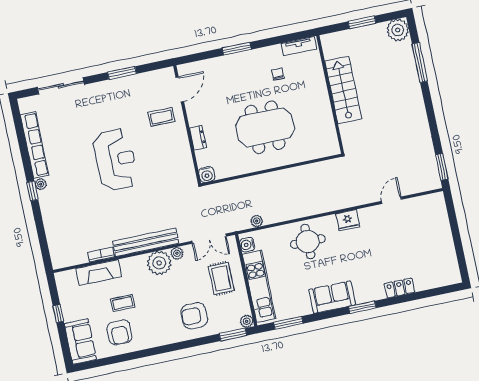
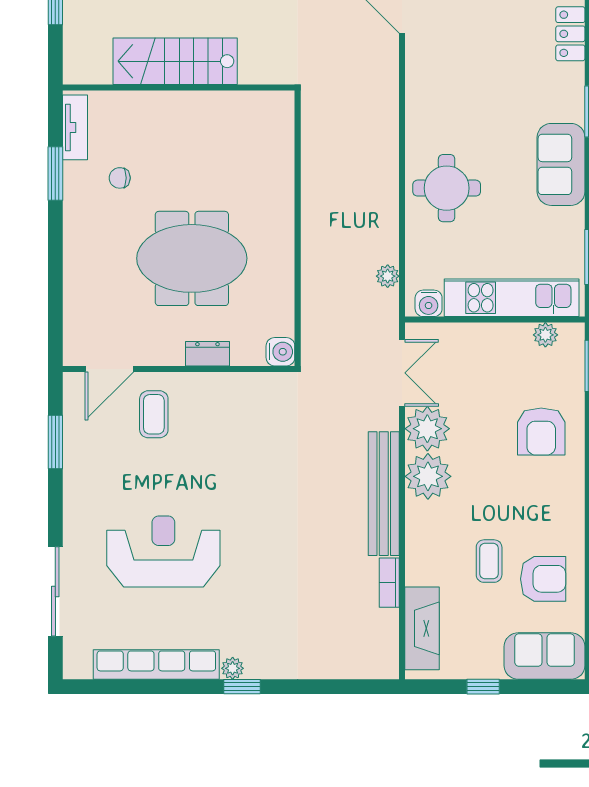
window: (237, 49) -> (55, 174), moved
window: (122, 73) -> (55, 442), moved
door: (180, 89) -> (109, 369), swing flipped
meeting table: (265, 127) -> (192, 258), moved, turned 90
reception desk: (116, 160) -> (163, 551), moved
fridge: (348, 220) -> (422, 104), removed
plant: (177, 253) -> (427, 429), width x1.87, depth x1.87
fireplace: (99, 273) -> (422, 628), moved
rug: (221, 278) -> (482, 366), removed
plant: (247, 321) -> (545, 335), moved

